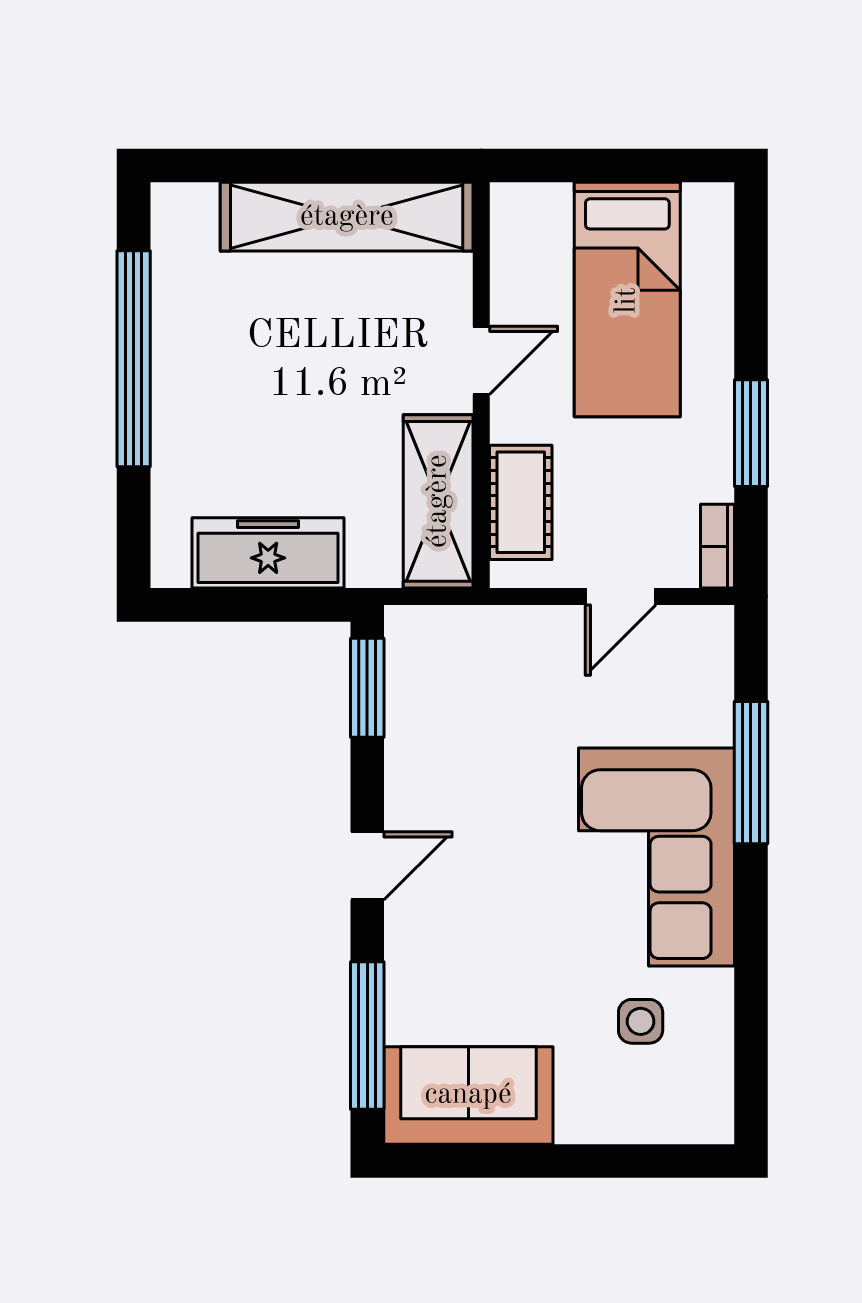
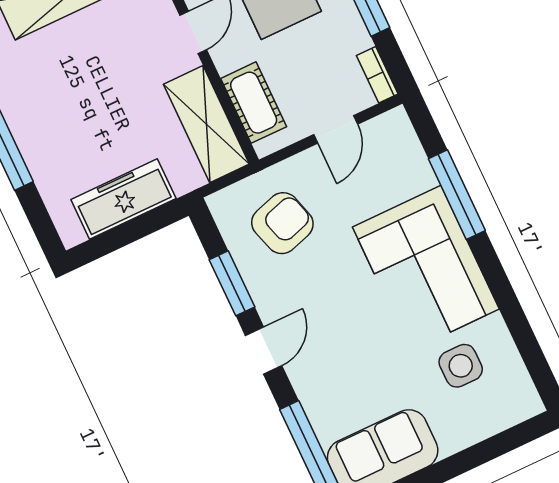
window: (367, 688) -> (232, 283), moved
armchair: (481, 695) -> (282, 223), added
side table: (641, 1021) -> (461, 366), width x1.37, depth x1.37

